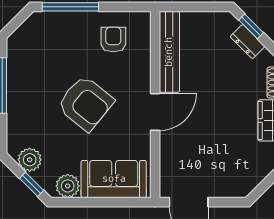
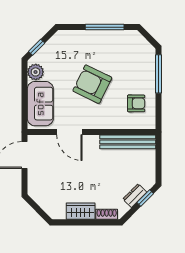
armchair: (85, 103) -> (92, 84), turned 77
door: (155, 112) -> (69, 132), moved
plant: (30, 160) -> (54, 46), removed

